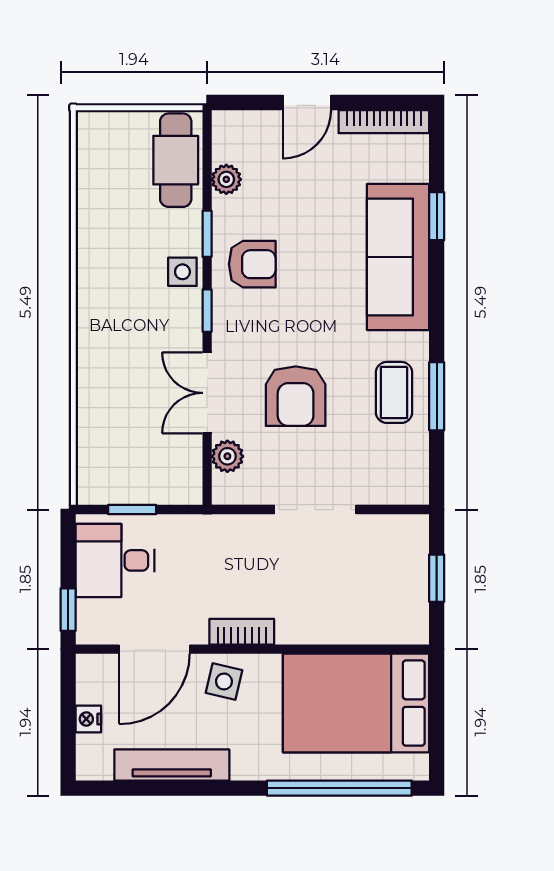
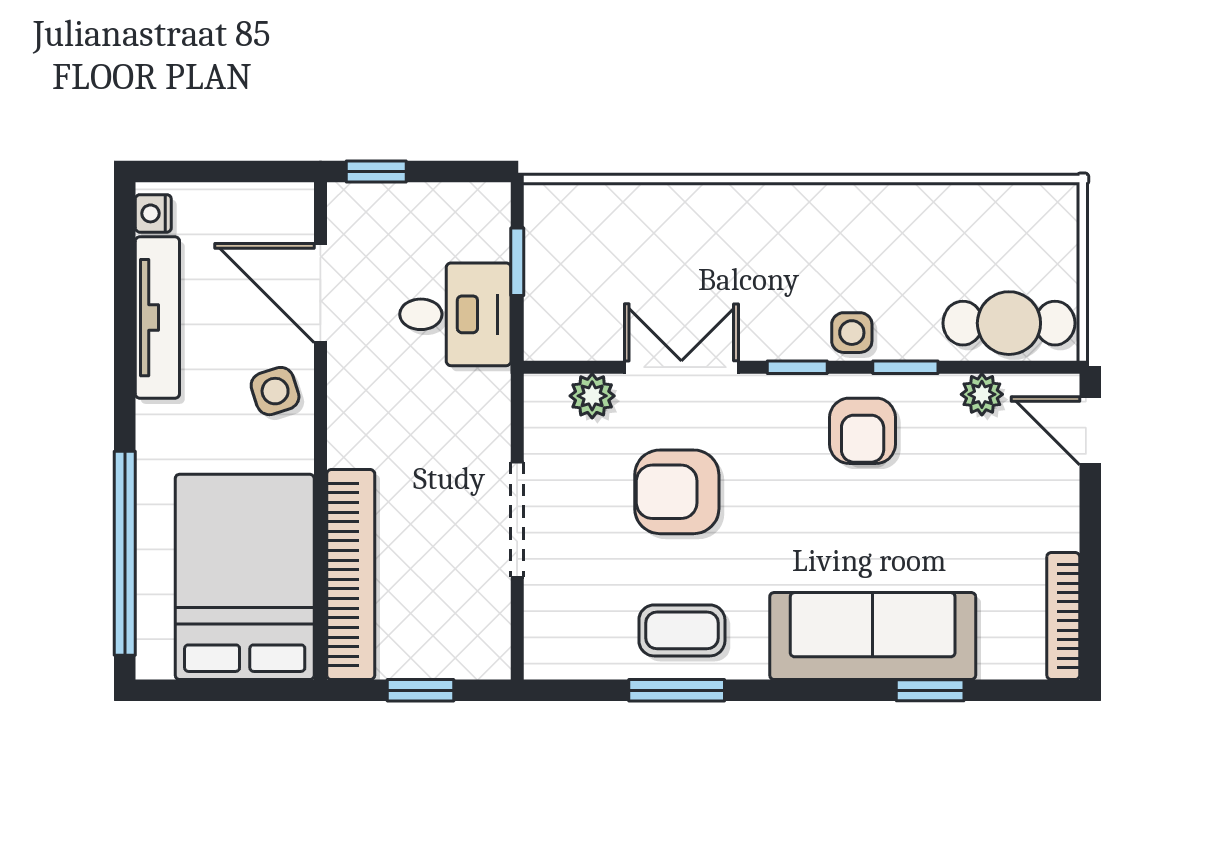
door: (307, 102) -> (1090, 431), moved
desk: (115, 560) -> (455, 314), moved, turned 90
bookcase: (242, 632) -> (351, 575), moved, width x2.31, depth x1.31
side table: (224, 681) -> (275, 391), turned -31
nightstand: (88, 719) -> (153, 213), moved, turned -90

